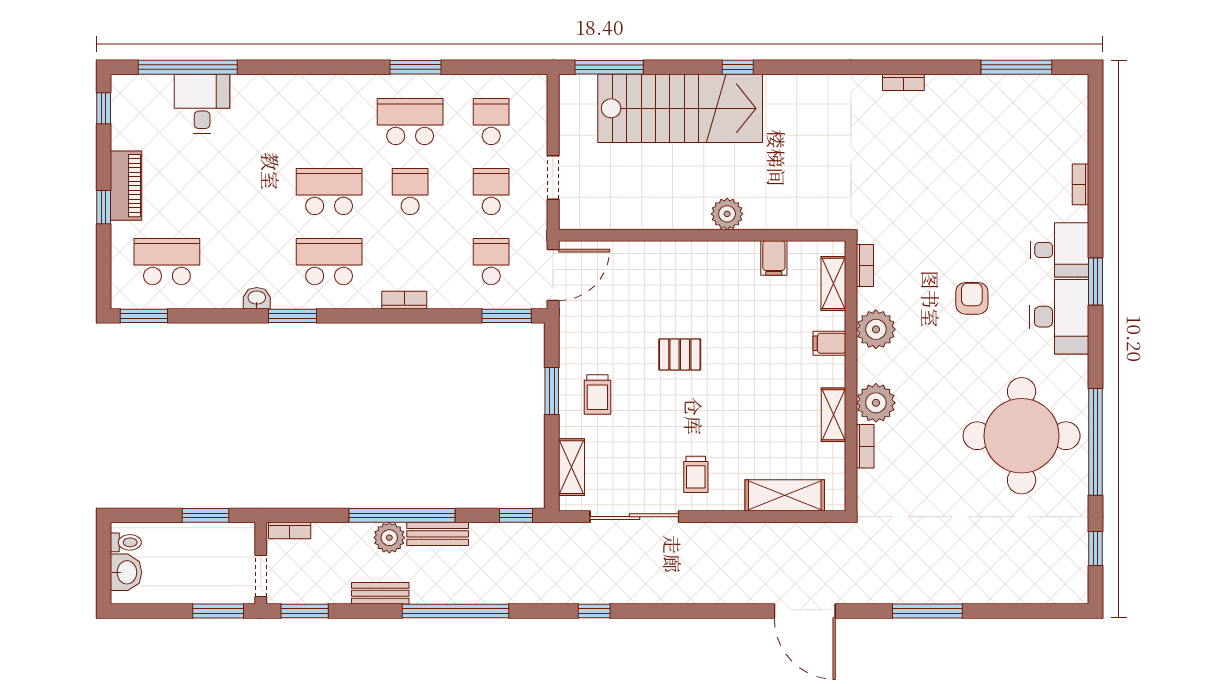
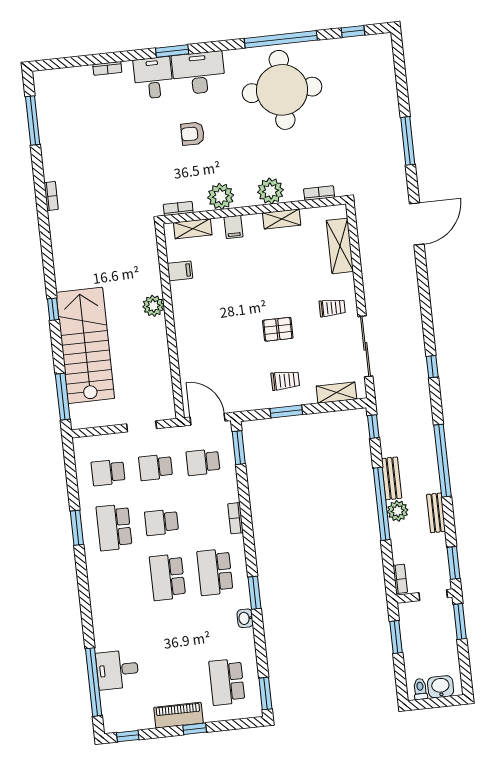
pallet: (680, 354) -> (278, 329), moved, turned 90
bookcase: (865, 446) -> (319, 193), moved

